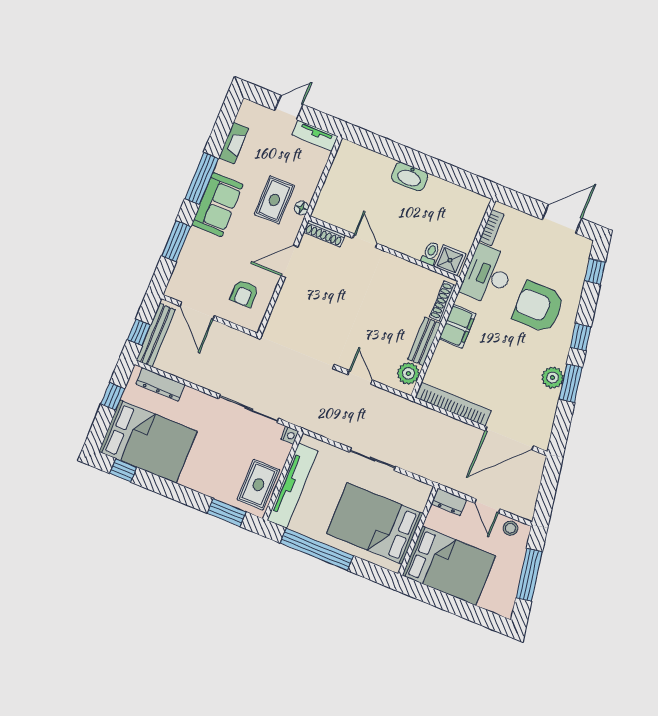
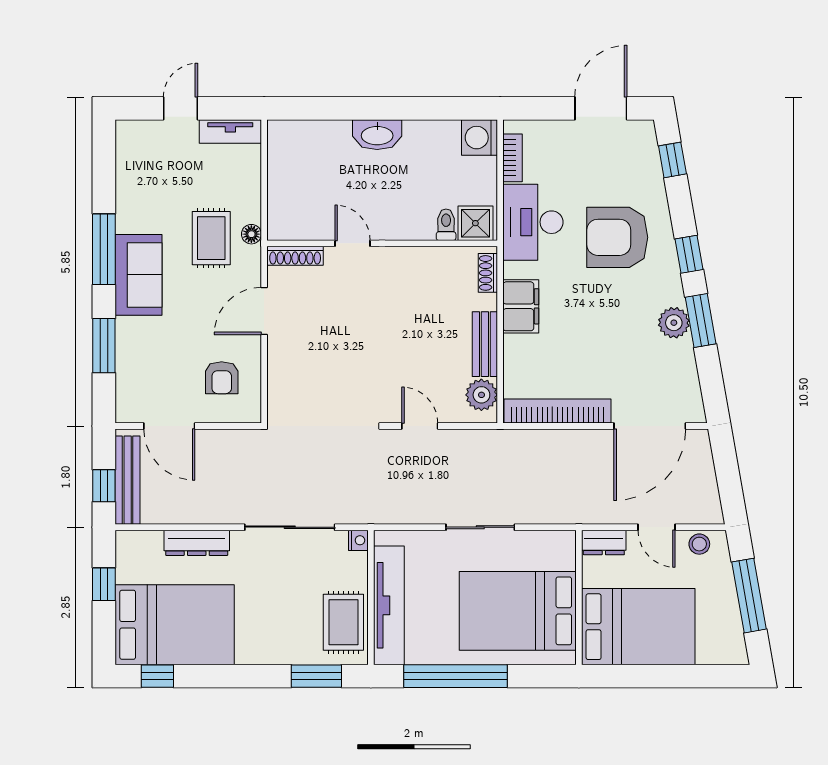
fireplace: (234, 143) -> (127, 185), removed
washing machine: (475, 206) -> (480, 138), added
shoe rack: (443, 301) -> (488, 273), width x0.70
dresser: (160, 384) -> (197, 543), moved

